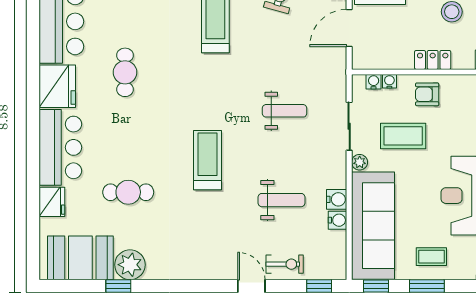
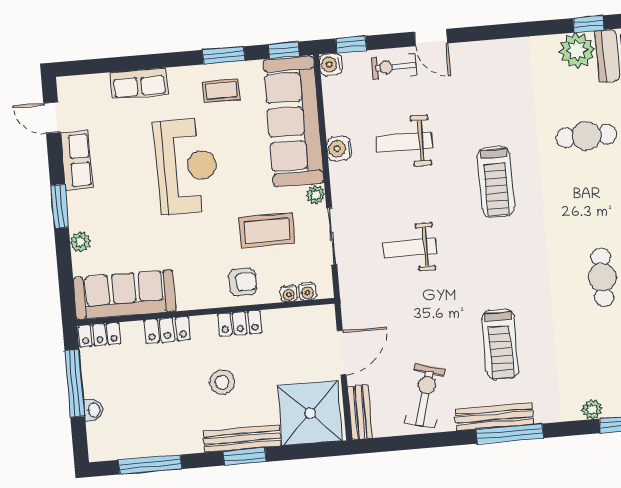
water cooler: (338, 220) -> (331, 64), moved

